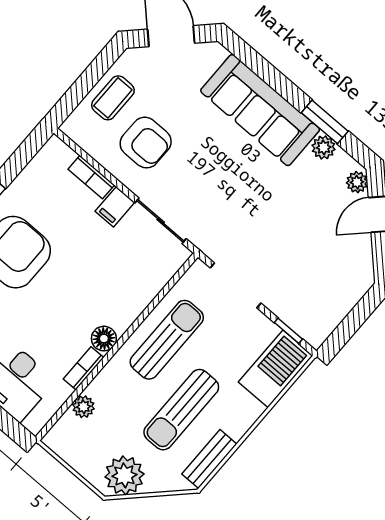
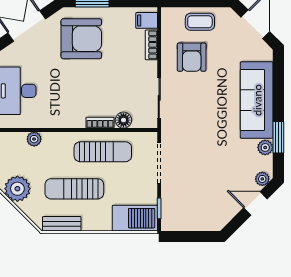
filing cabinet: (115, 207) -> (147, 20), moved
floor lamp: (104, 339) -> (123, 120), moved
bookcase: (83, 368) -> (100, 123), moved

